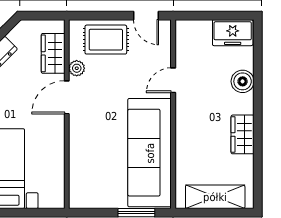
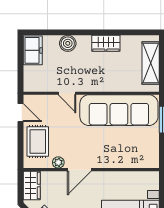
door: (146, 16) -> (21, 113), hinge flipped
wardrobe: (53, 53) -> (32, 185), moved, turned -90
door: (67, 97) -> (79, 170), hinge flipped

